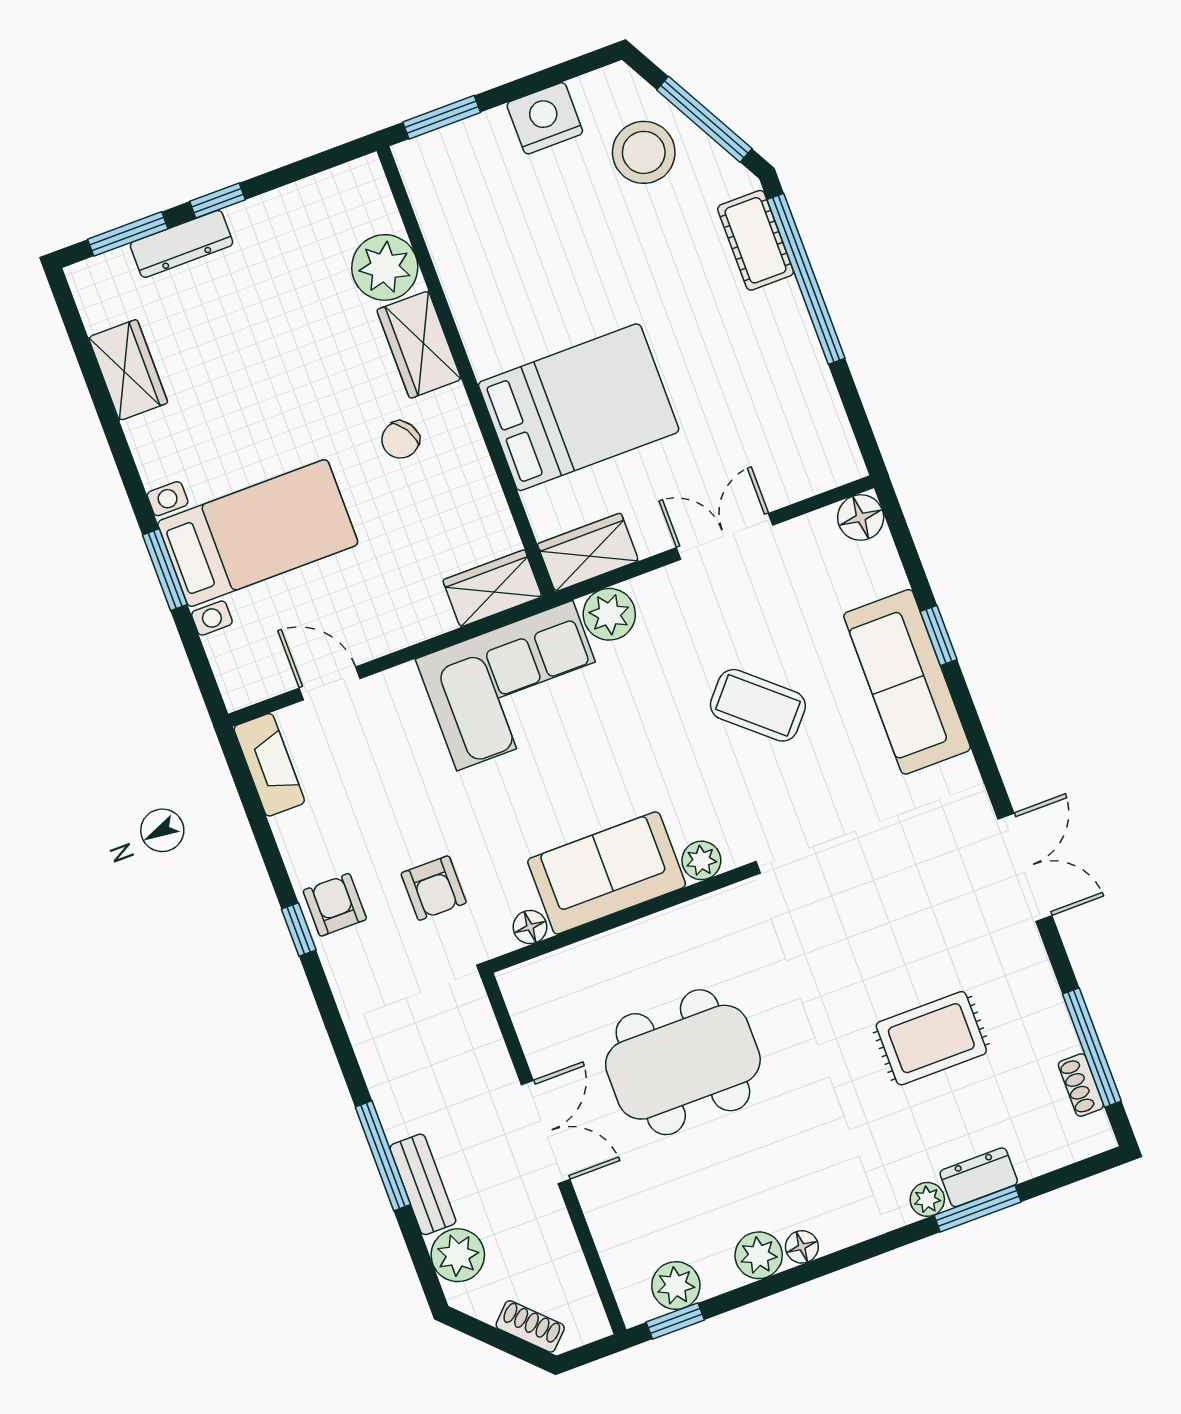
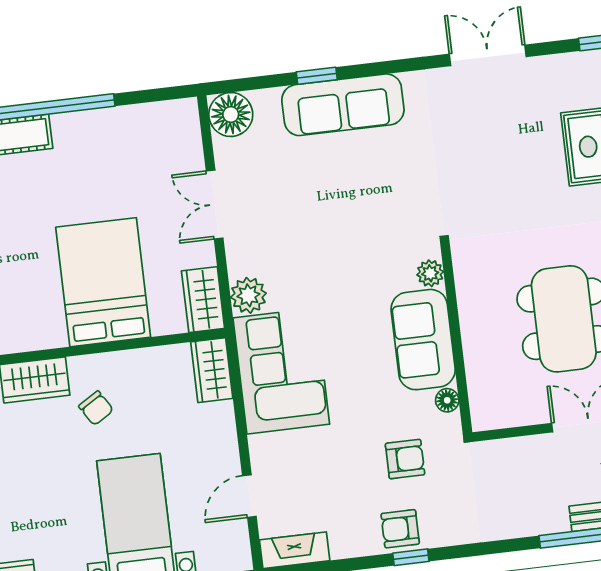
floor lamp: (861, 518) -> (231, 114), width x1.38, depth x1.38
coffee table: (758, 705) -> (334, 210), removed

